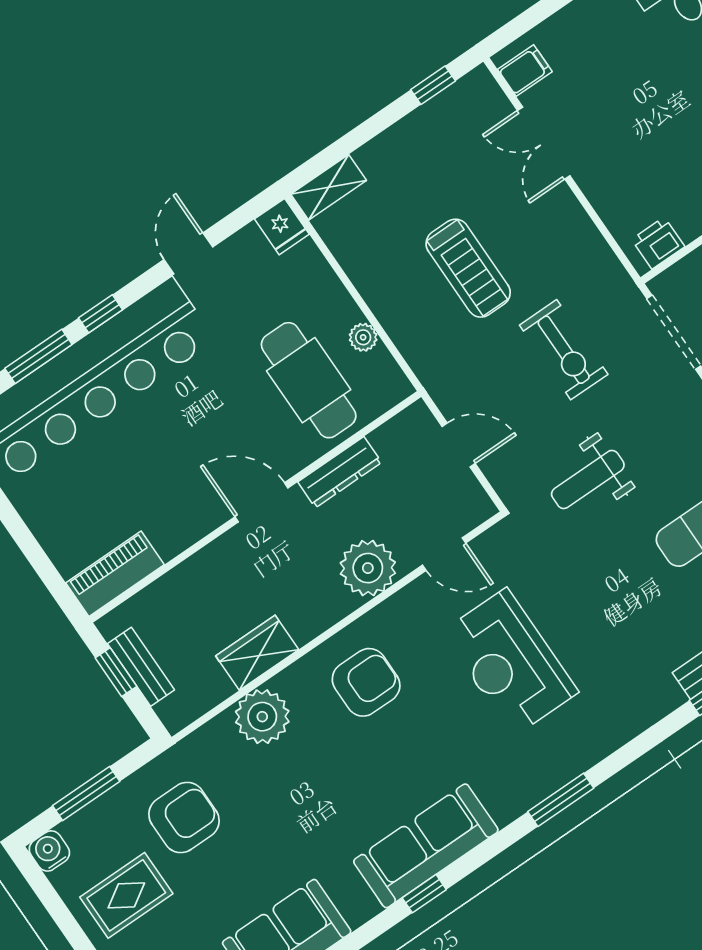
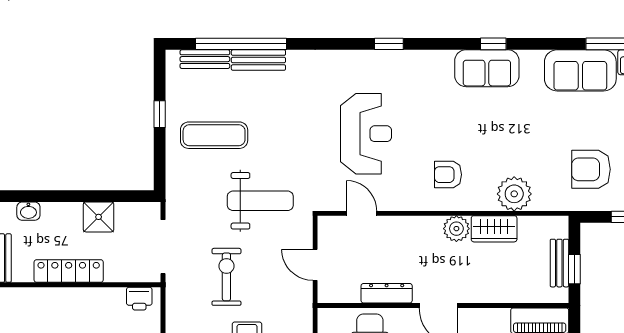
weight bench: (588, 479) -> (260, 201), width x1.36, depth x1.33
plant: (368, 568) -> (456, 229), moved, width x0.73, depth x0.73
armchair: (366, 682) -> (448, 175), width x0.72, depth x0.72
window: (561, 800) -> (389, 44), width x0.67
sofa: (426, 846) -> (487, 68), width x0.73

